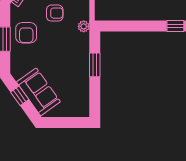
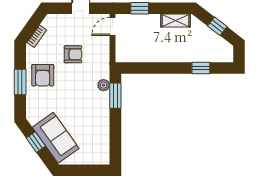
plant: (84, 26) -> (104, 85), moved
window: (95, 65) -> (115, 96), moved

